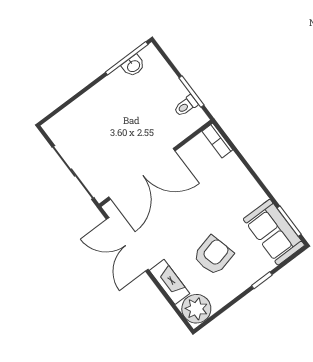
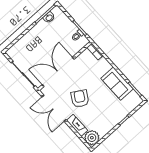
double door: (142, 174) -> (58, 72), swing flipped
sofa: (274, 232) -> (117, 84), moved
armchair: (213, 255) -> (80, 99), moved, turned -45

